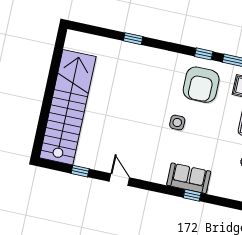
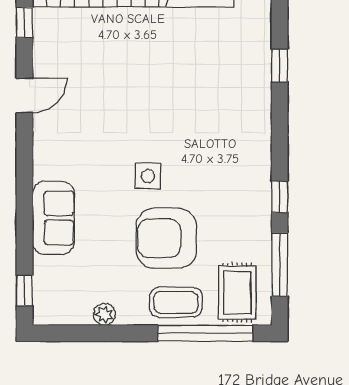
armchair: (201, 85) -> (166, 238), moved
window: (192, 195) -> (24, 291), moved

